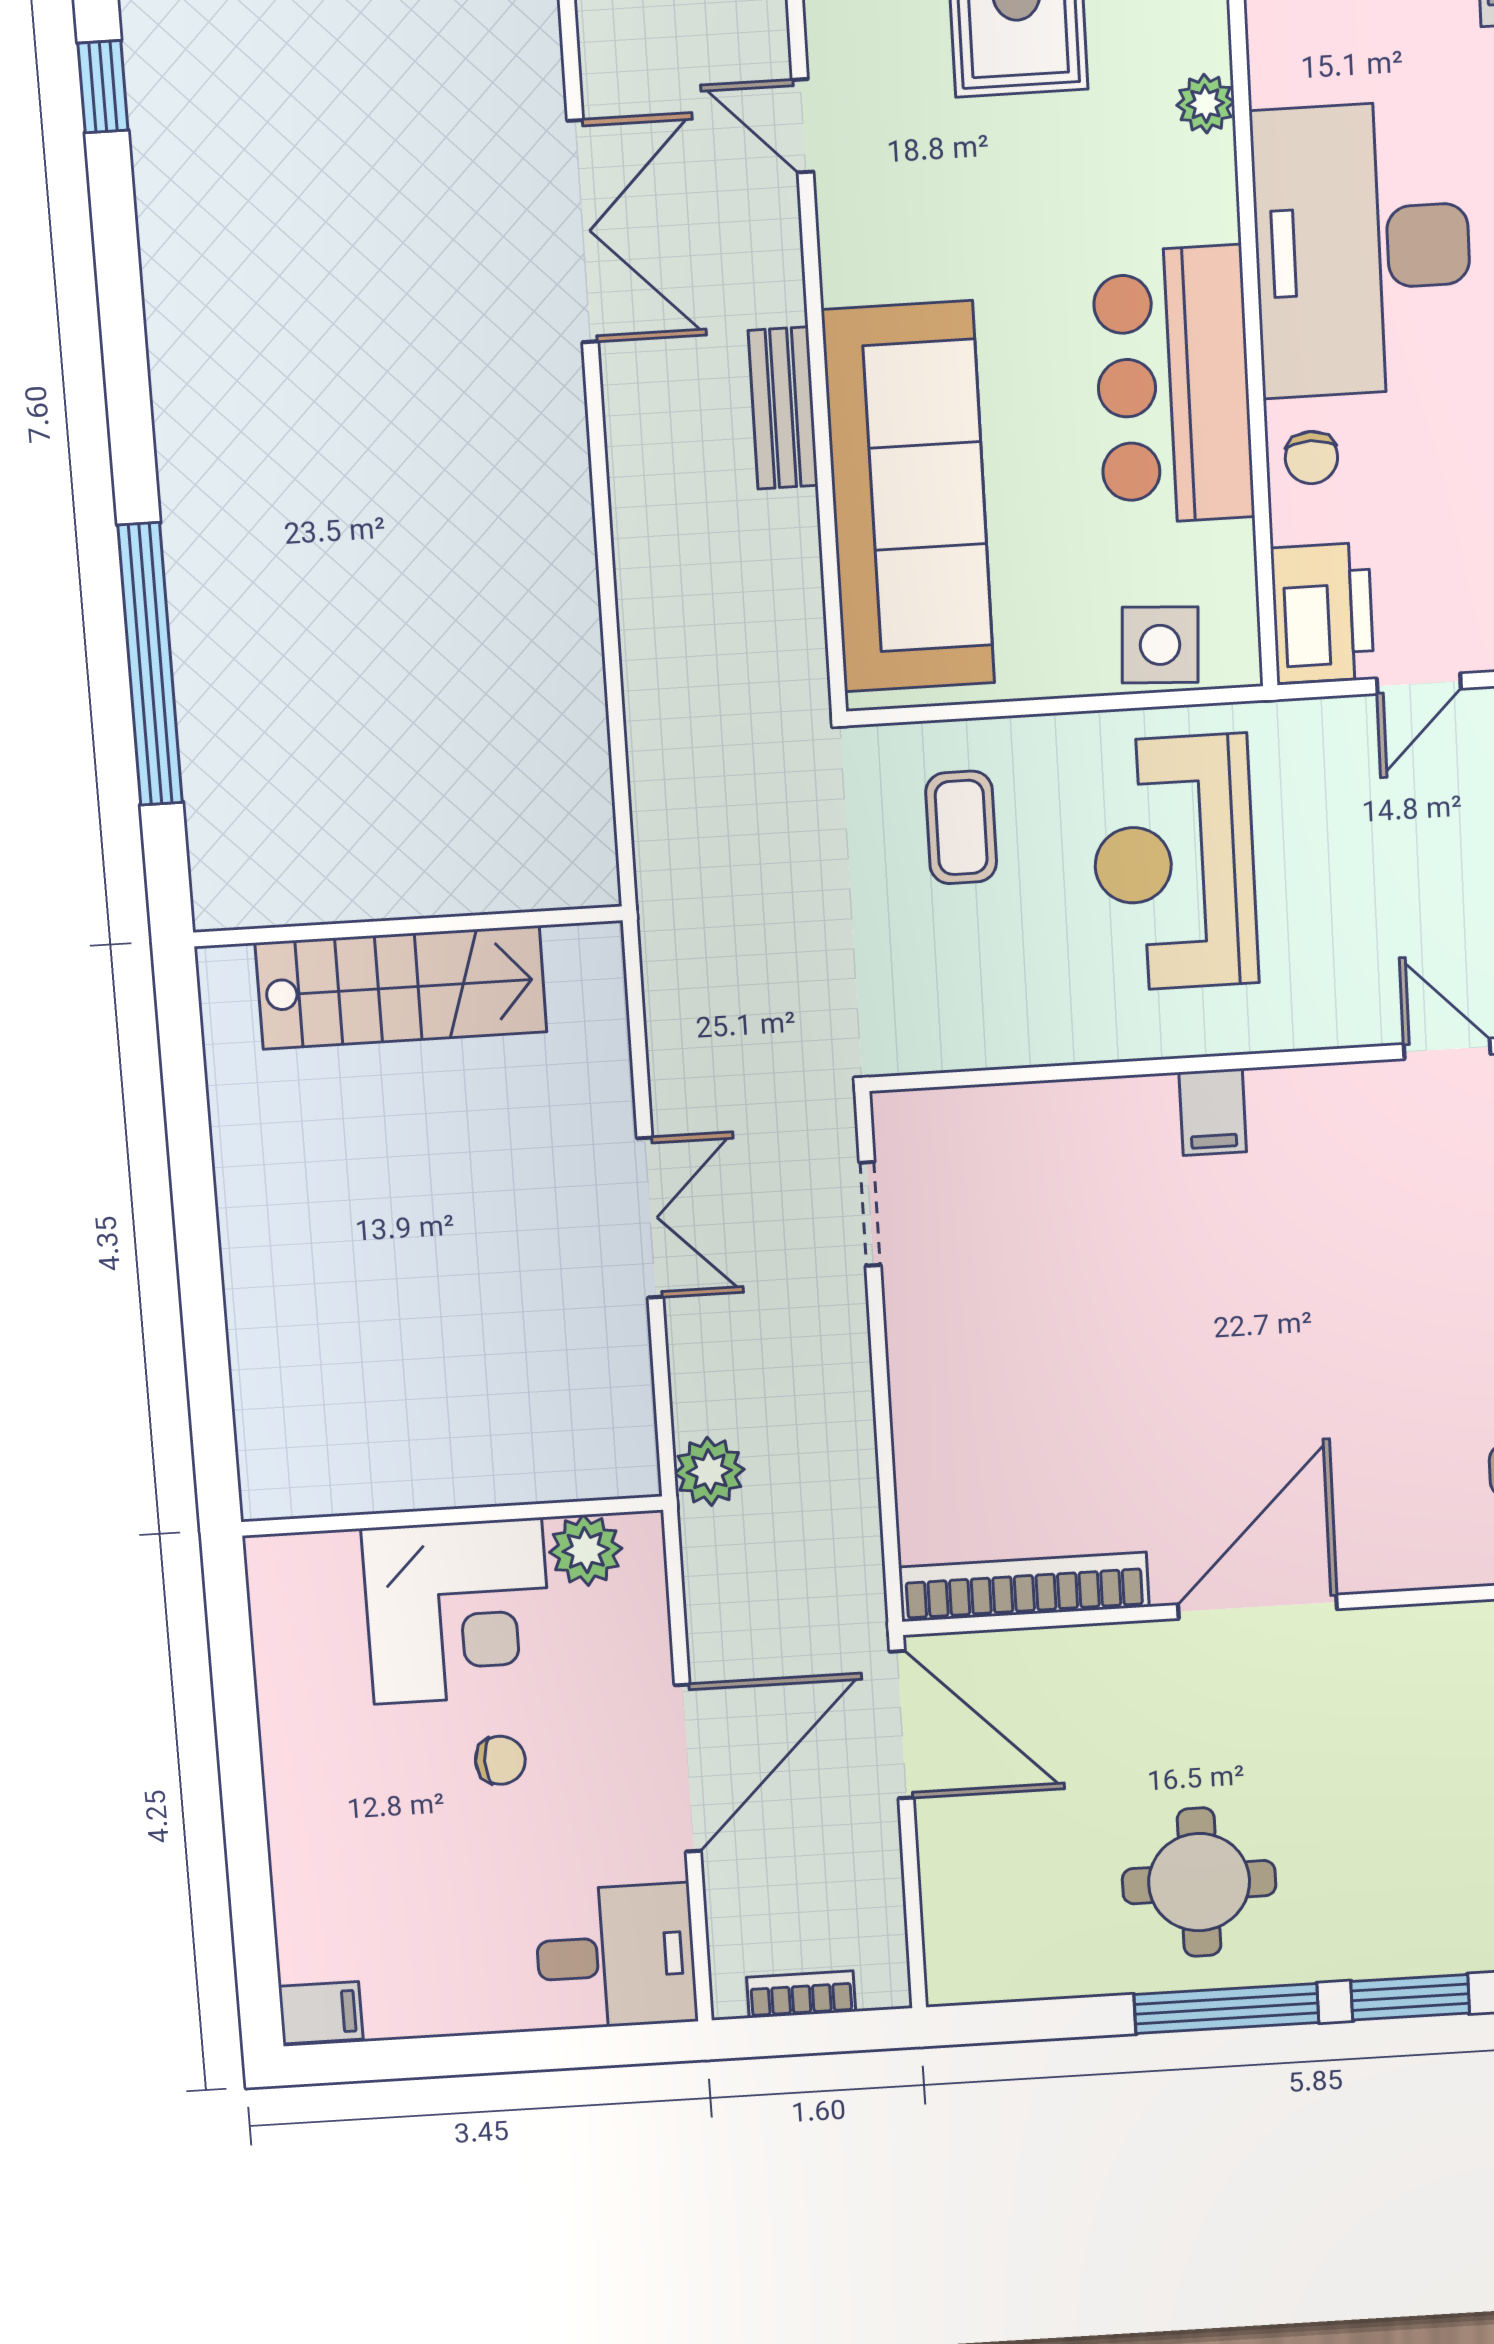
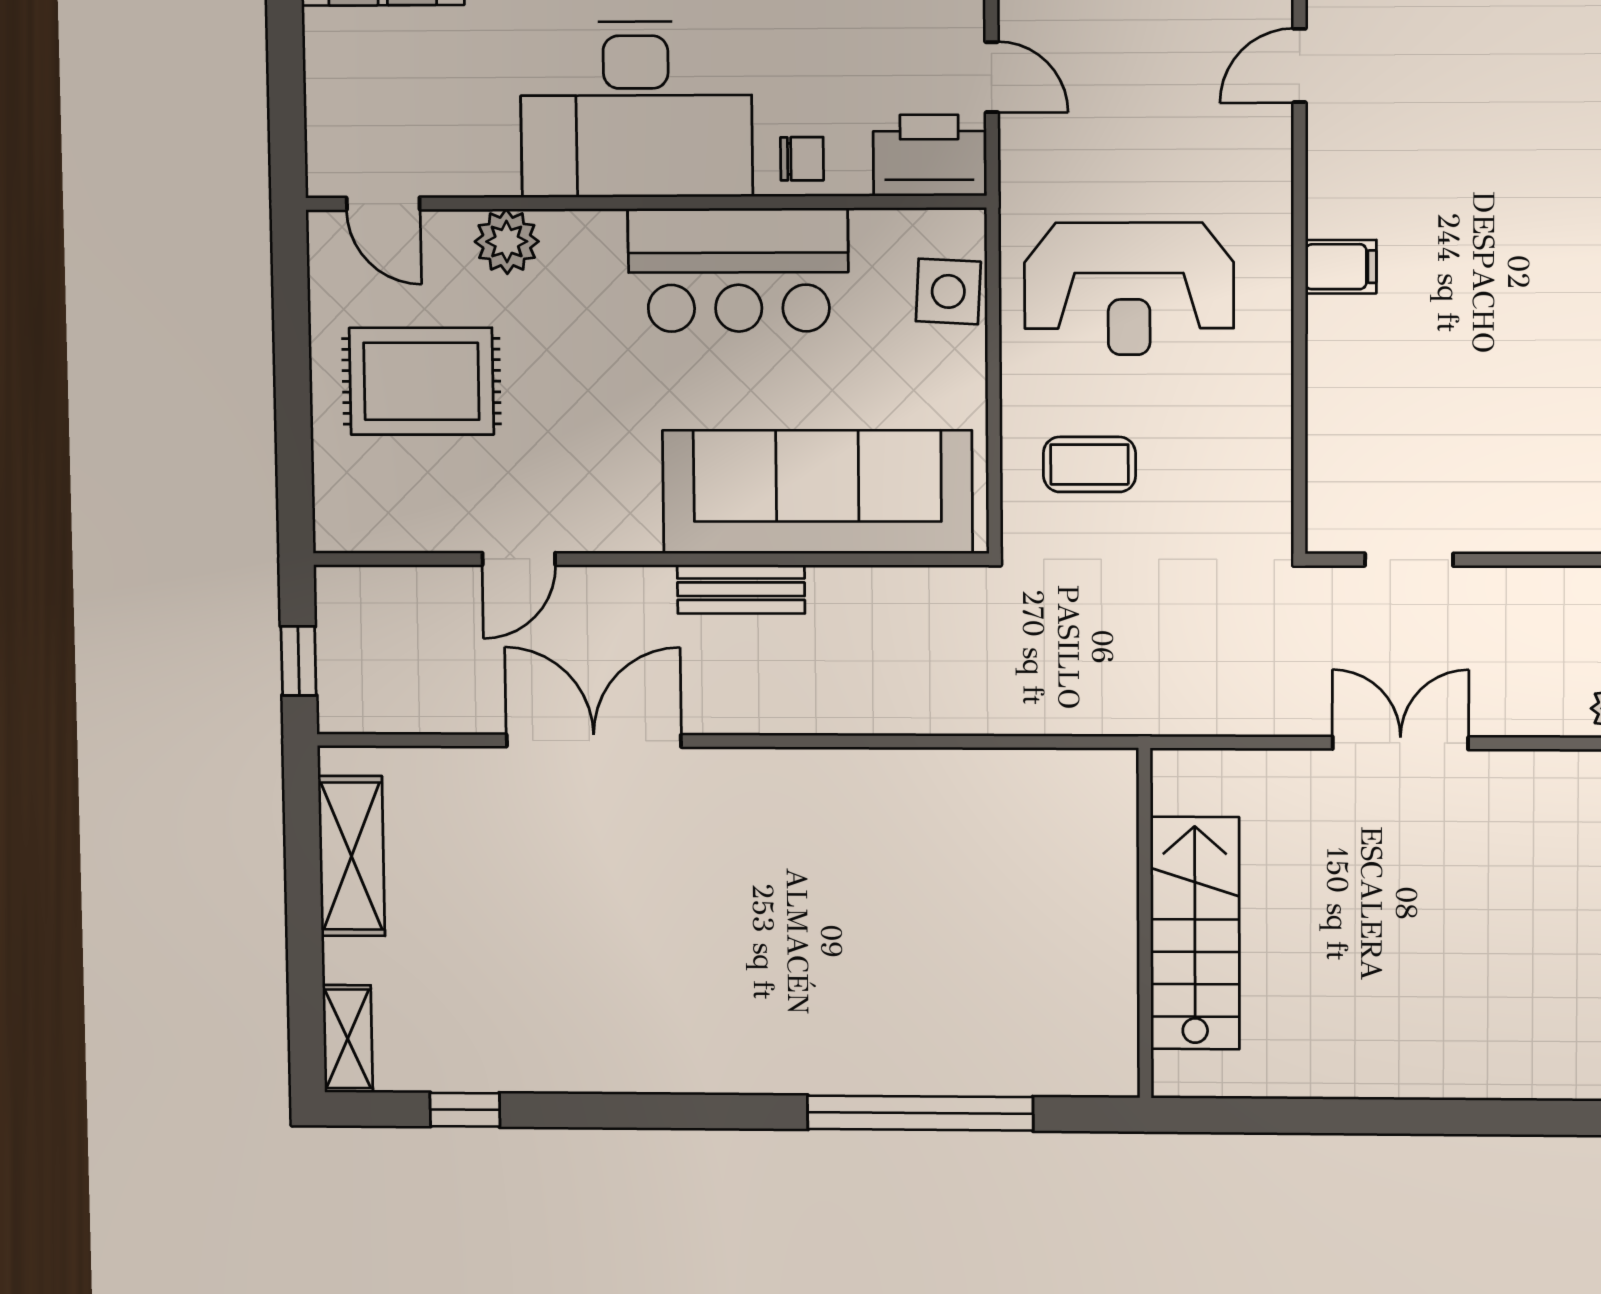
plant: (1205, 104) -> (507, 241), width x1.38, depth x1.38

